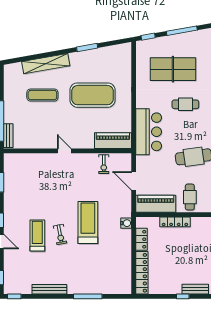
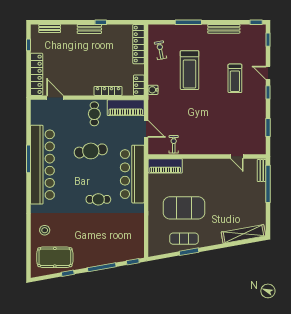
shelving: (46, 64) -> (243, 234), moved
table tennis table: (173, 69) -> (110, 232), removed
exercise mat: (42, 95) -> (184, 239), moved
bar counter: (149, 132) -> (132, 174), width x1.36
door: (64, 151) -> (237, 156), moved
treadmill: (88, 222) -> (190, 70), moved
exercise bike: (60, 234) -> (160, 50), moved
locker: (141, 239) -> (139, 85), moved

